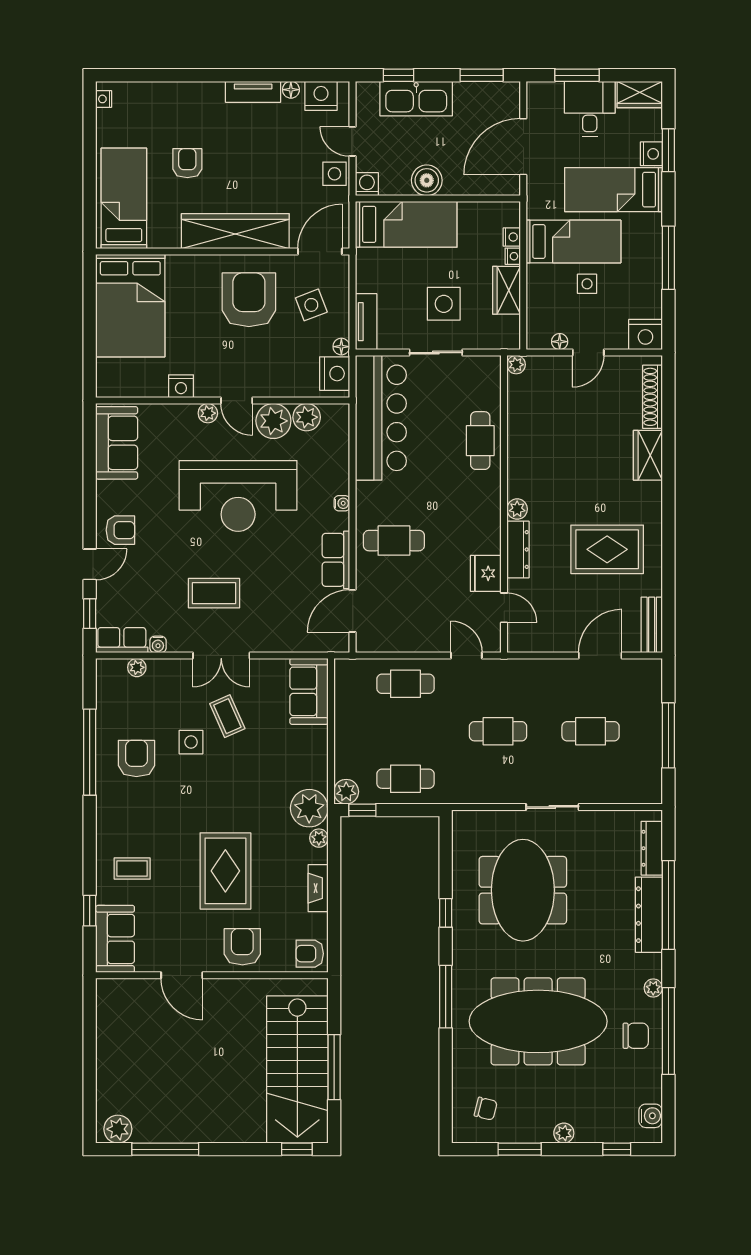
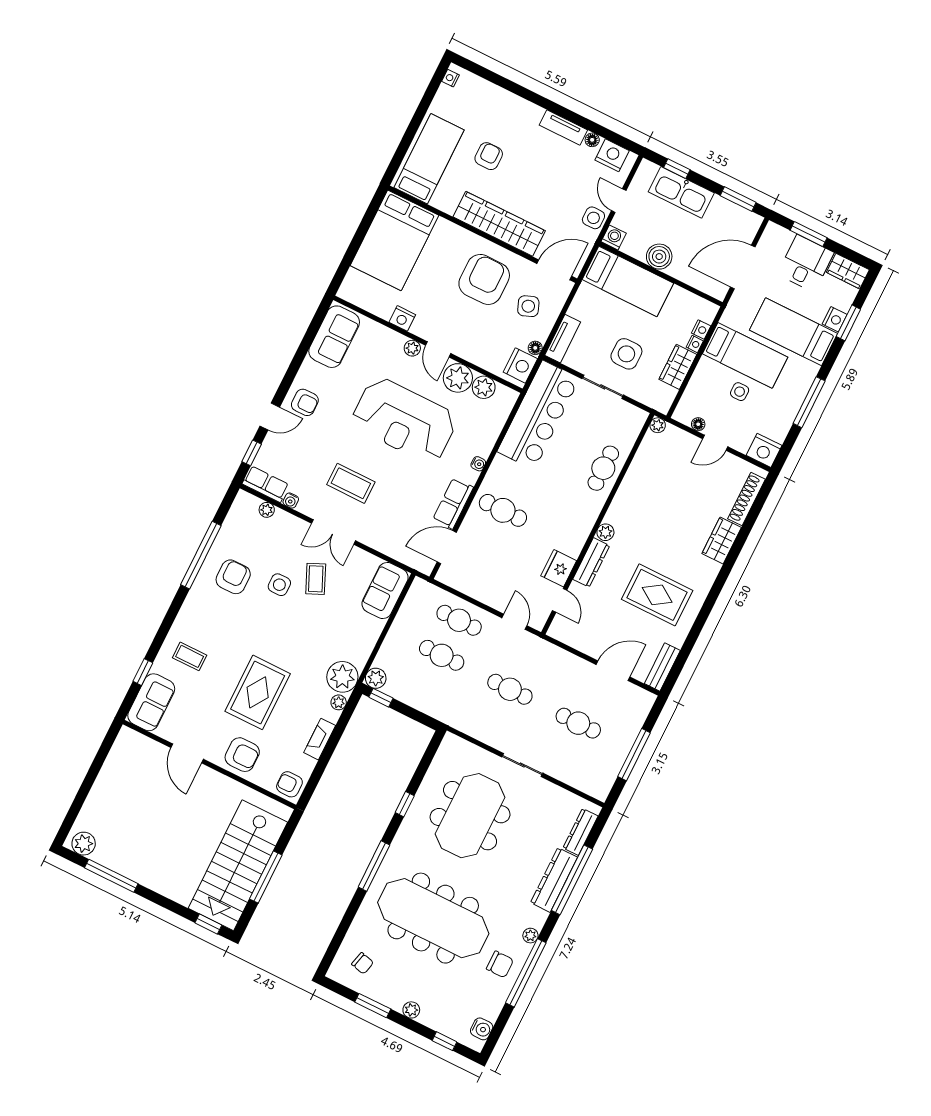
cafe table: (405, 779) -> (442, 655), moved
armchair: (242, 947) -> (242, 755), turned 90

